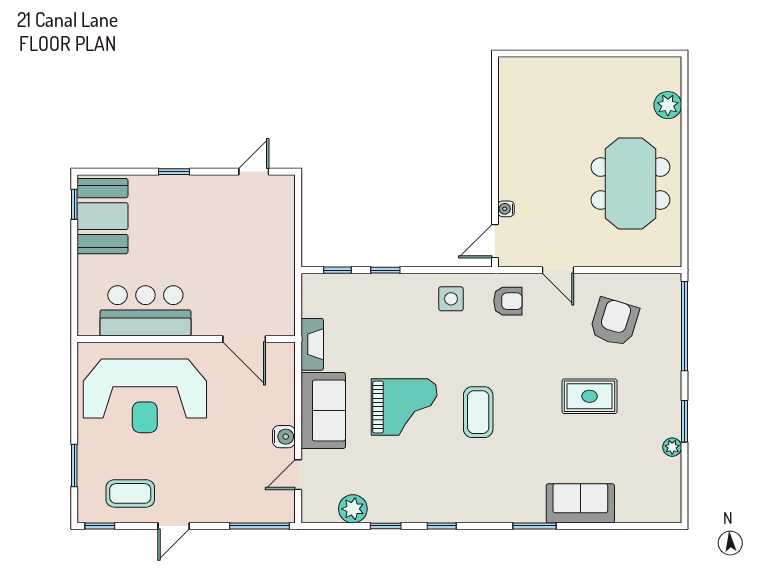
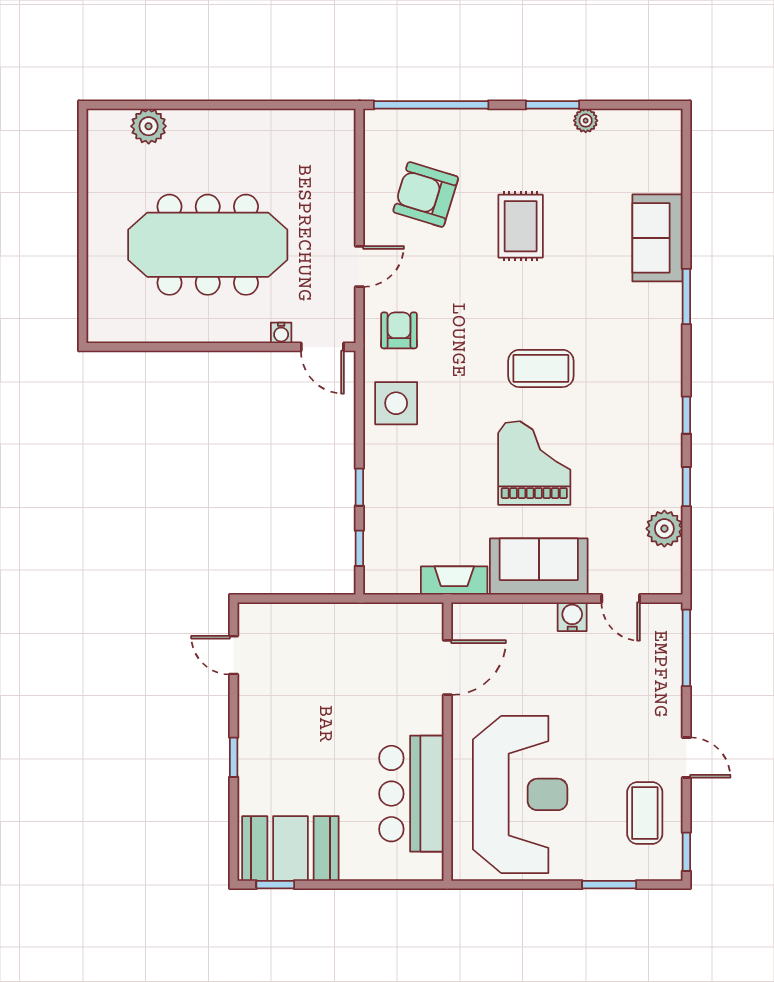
meeting table: (630, 184) -> (208, 245), moved, width x1.36
side table: (451, 299) -> (396, 403), width x1.37, depth x1.37

